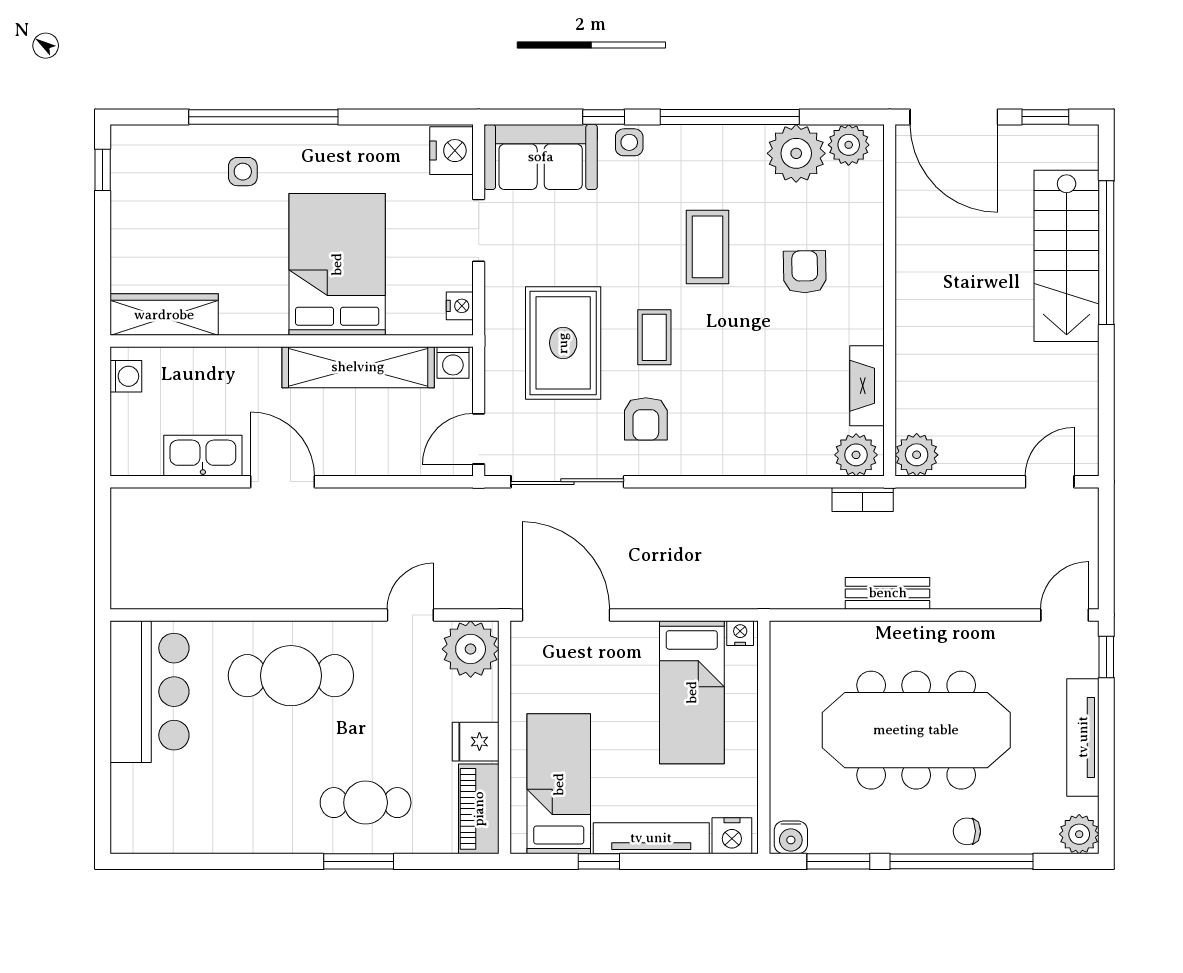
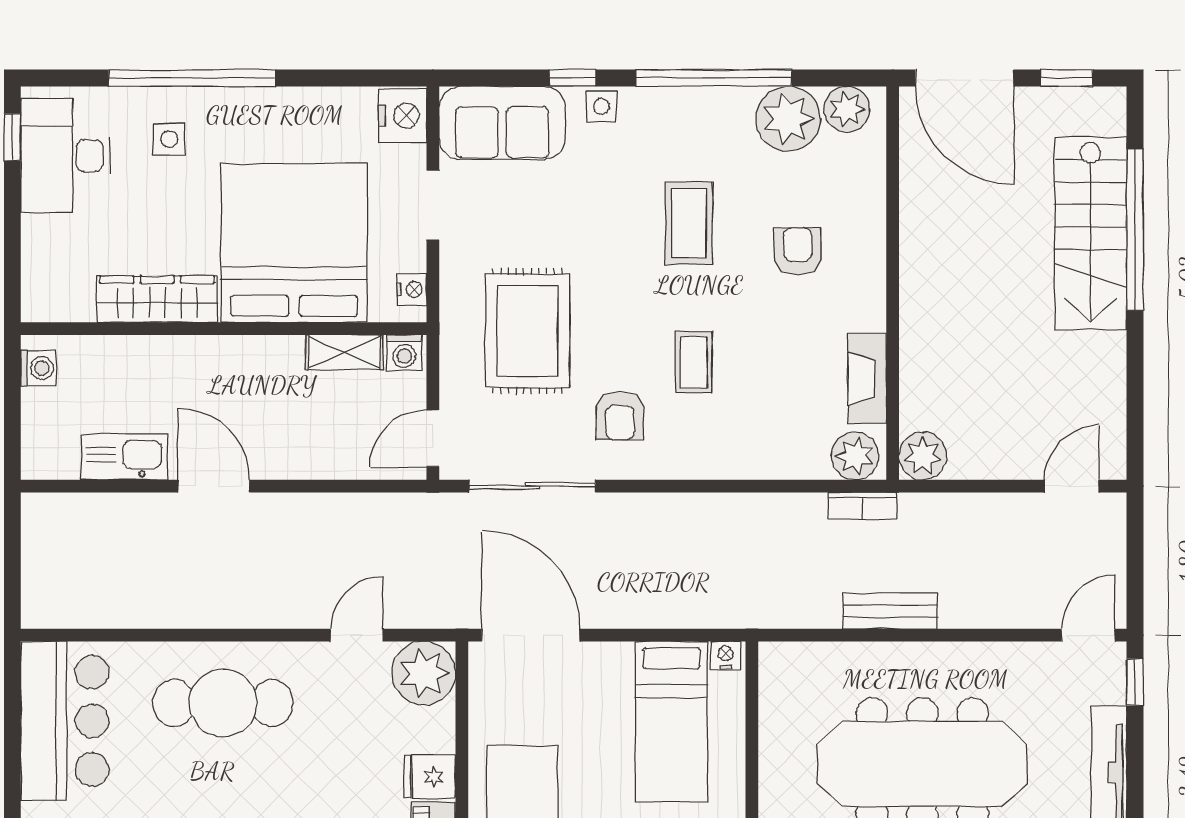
desk: (150, 186) -> (65, 156), added
bed: (337, 264) -> (294, 243), width x1.36
wardrobe: (164, 315) -> (157, 299), moved
coffee table: (654, 337) -> (694, 362), moved
shelving: (358, 367) -> (344, 352), width x0.45, depth x0.75

